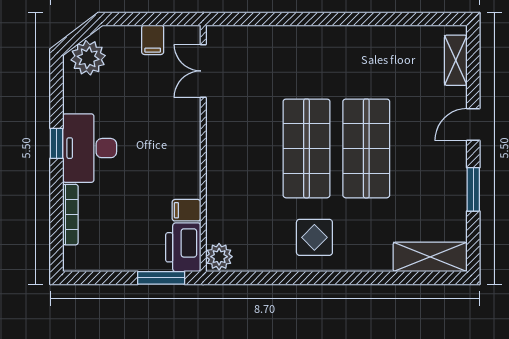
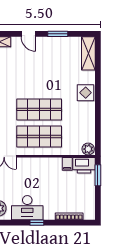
desk: (90, 148) -> (27, 208), moved
shop shelf: (366, 148) -> (39, 136), moved
display table: (314, 237) -> (86, 93), moved

